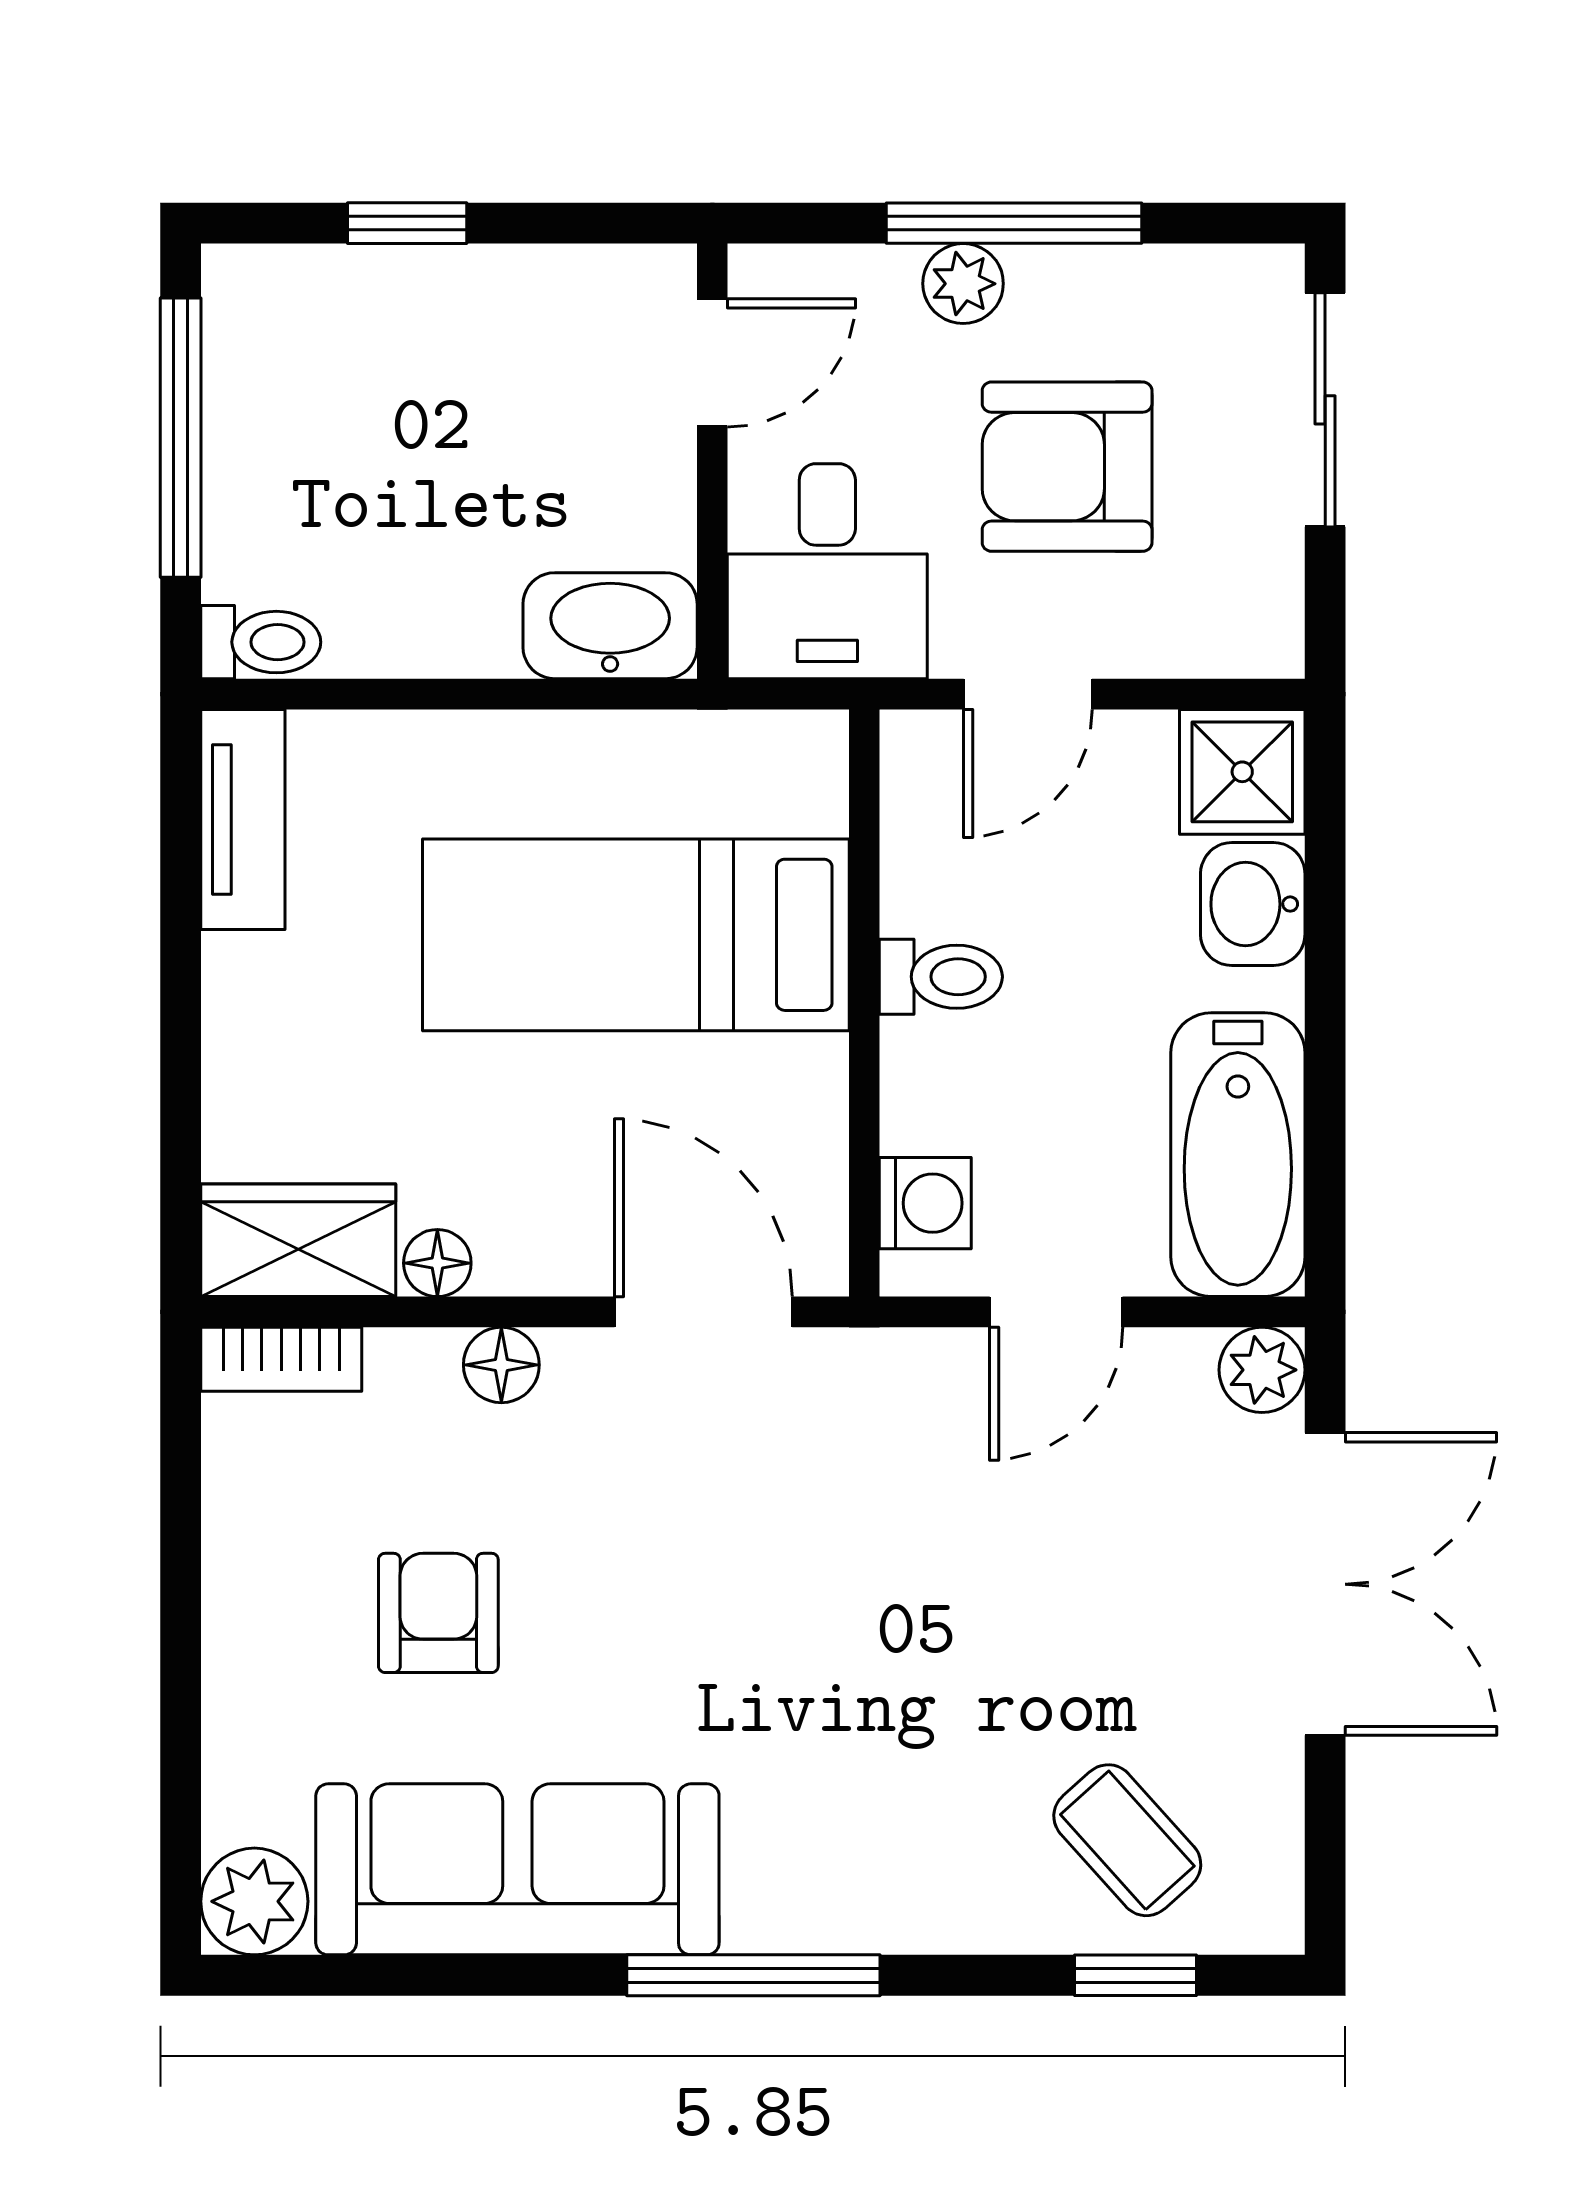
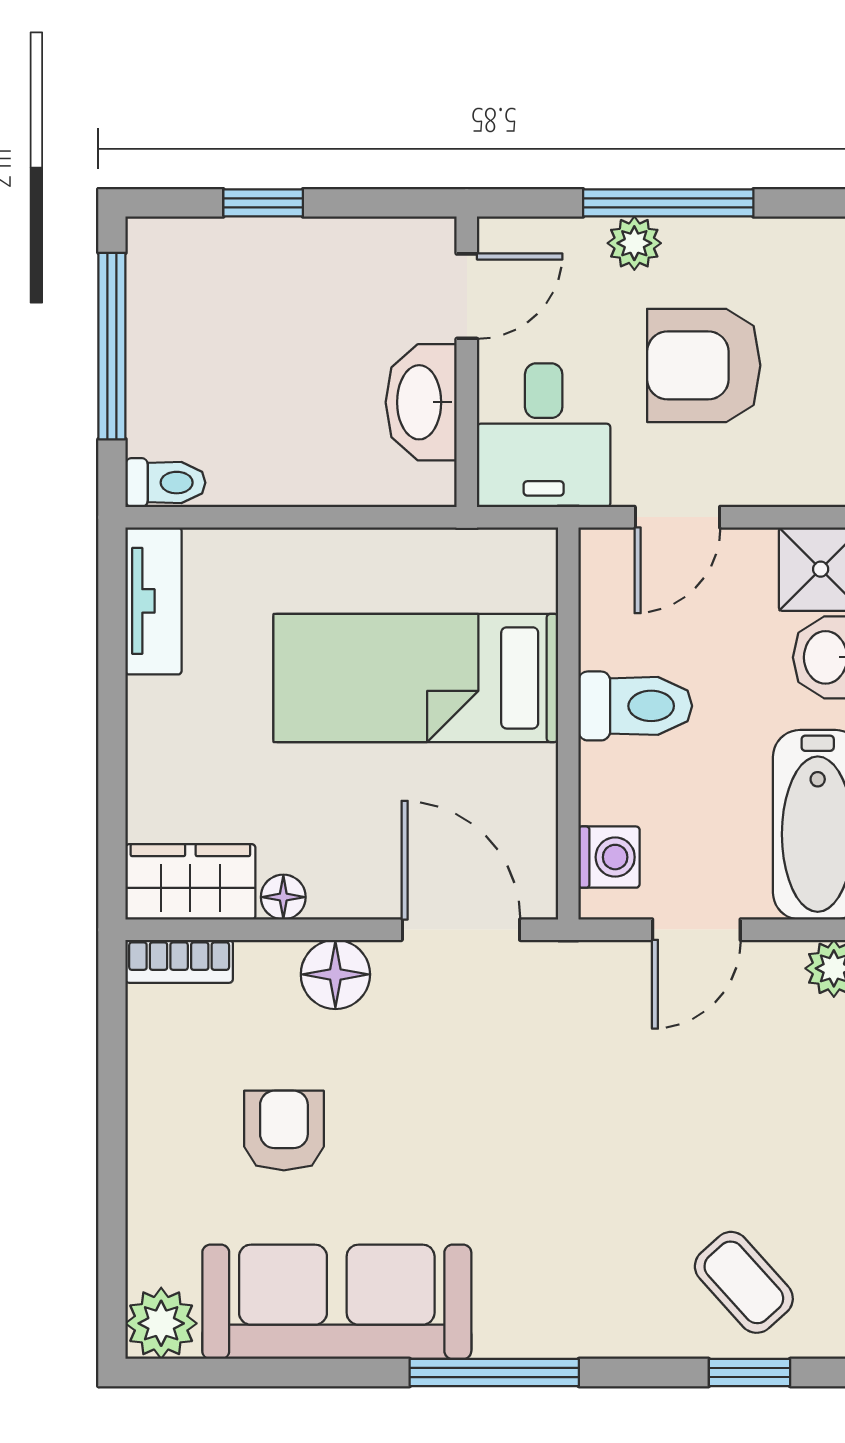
washbasin: (610, 626) -> (421, 402), moved, turned -90
toilet: (941, 977) -> (635, 706), width x1.37, depth x1.39
floor lamp: (501, 1365) -> (335, 974), width x1.37, depth x1.37

